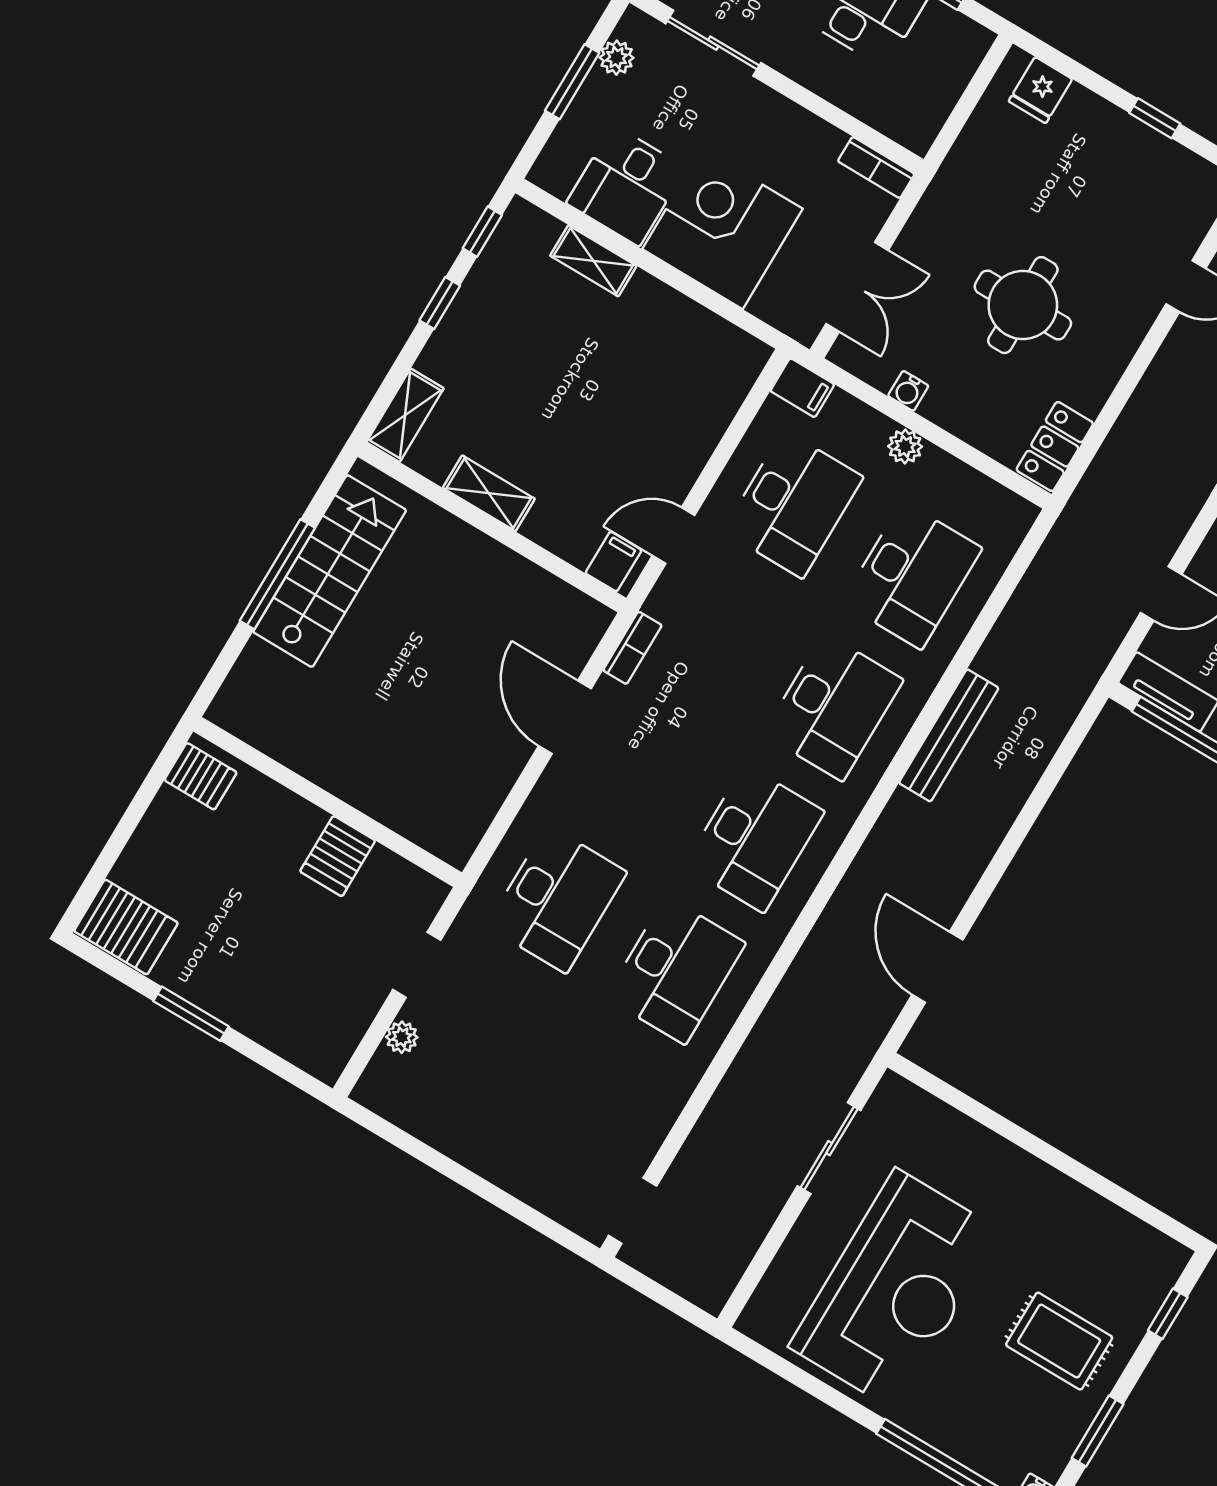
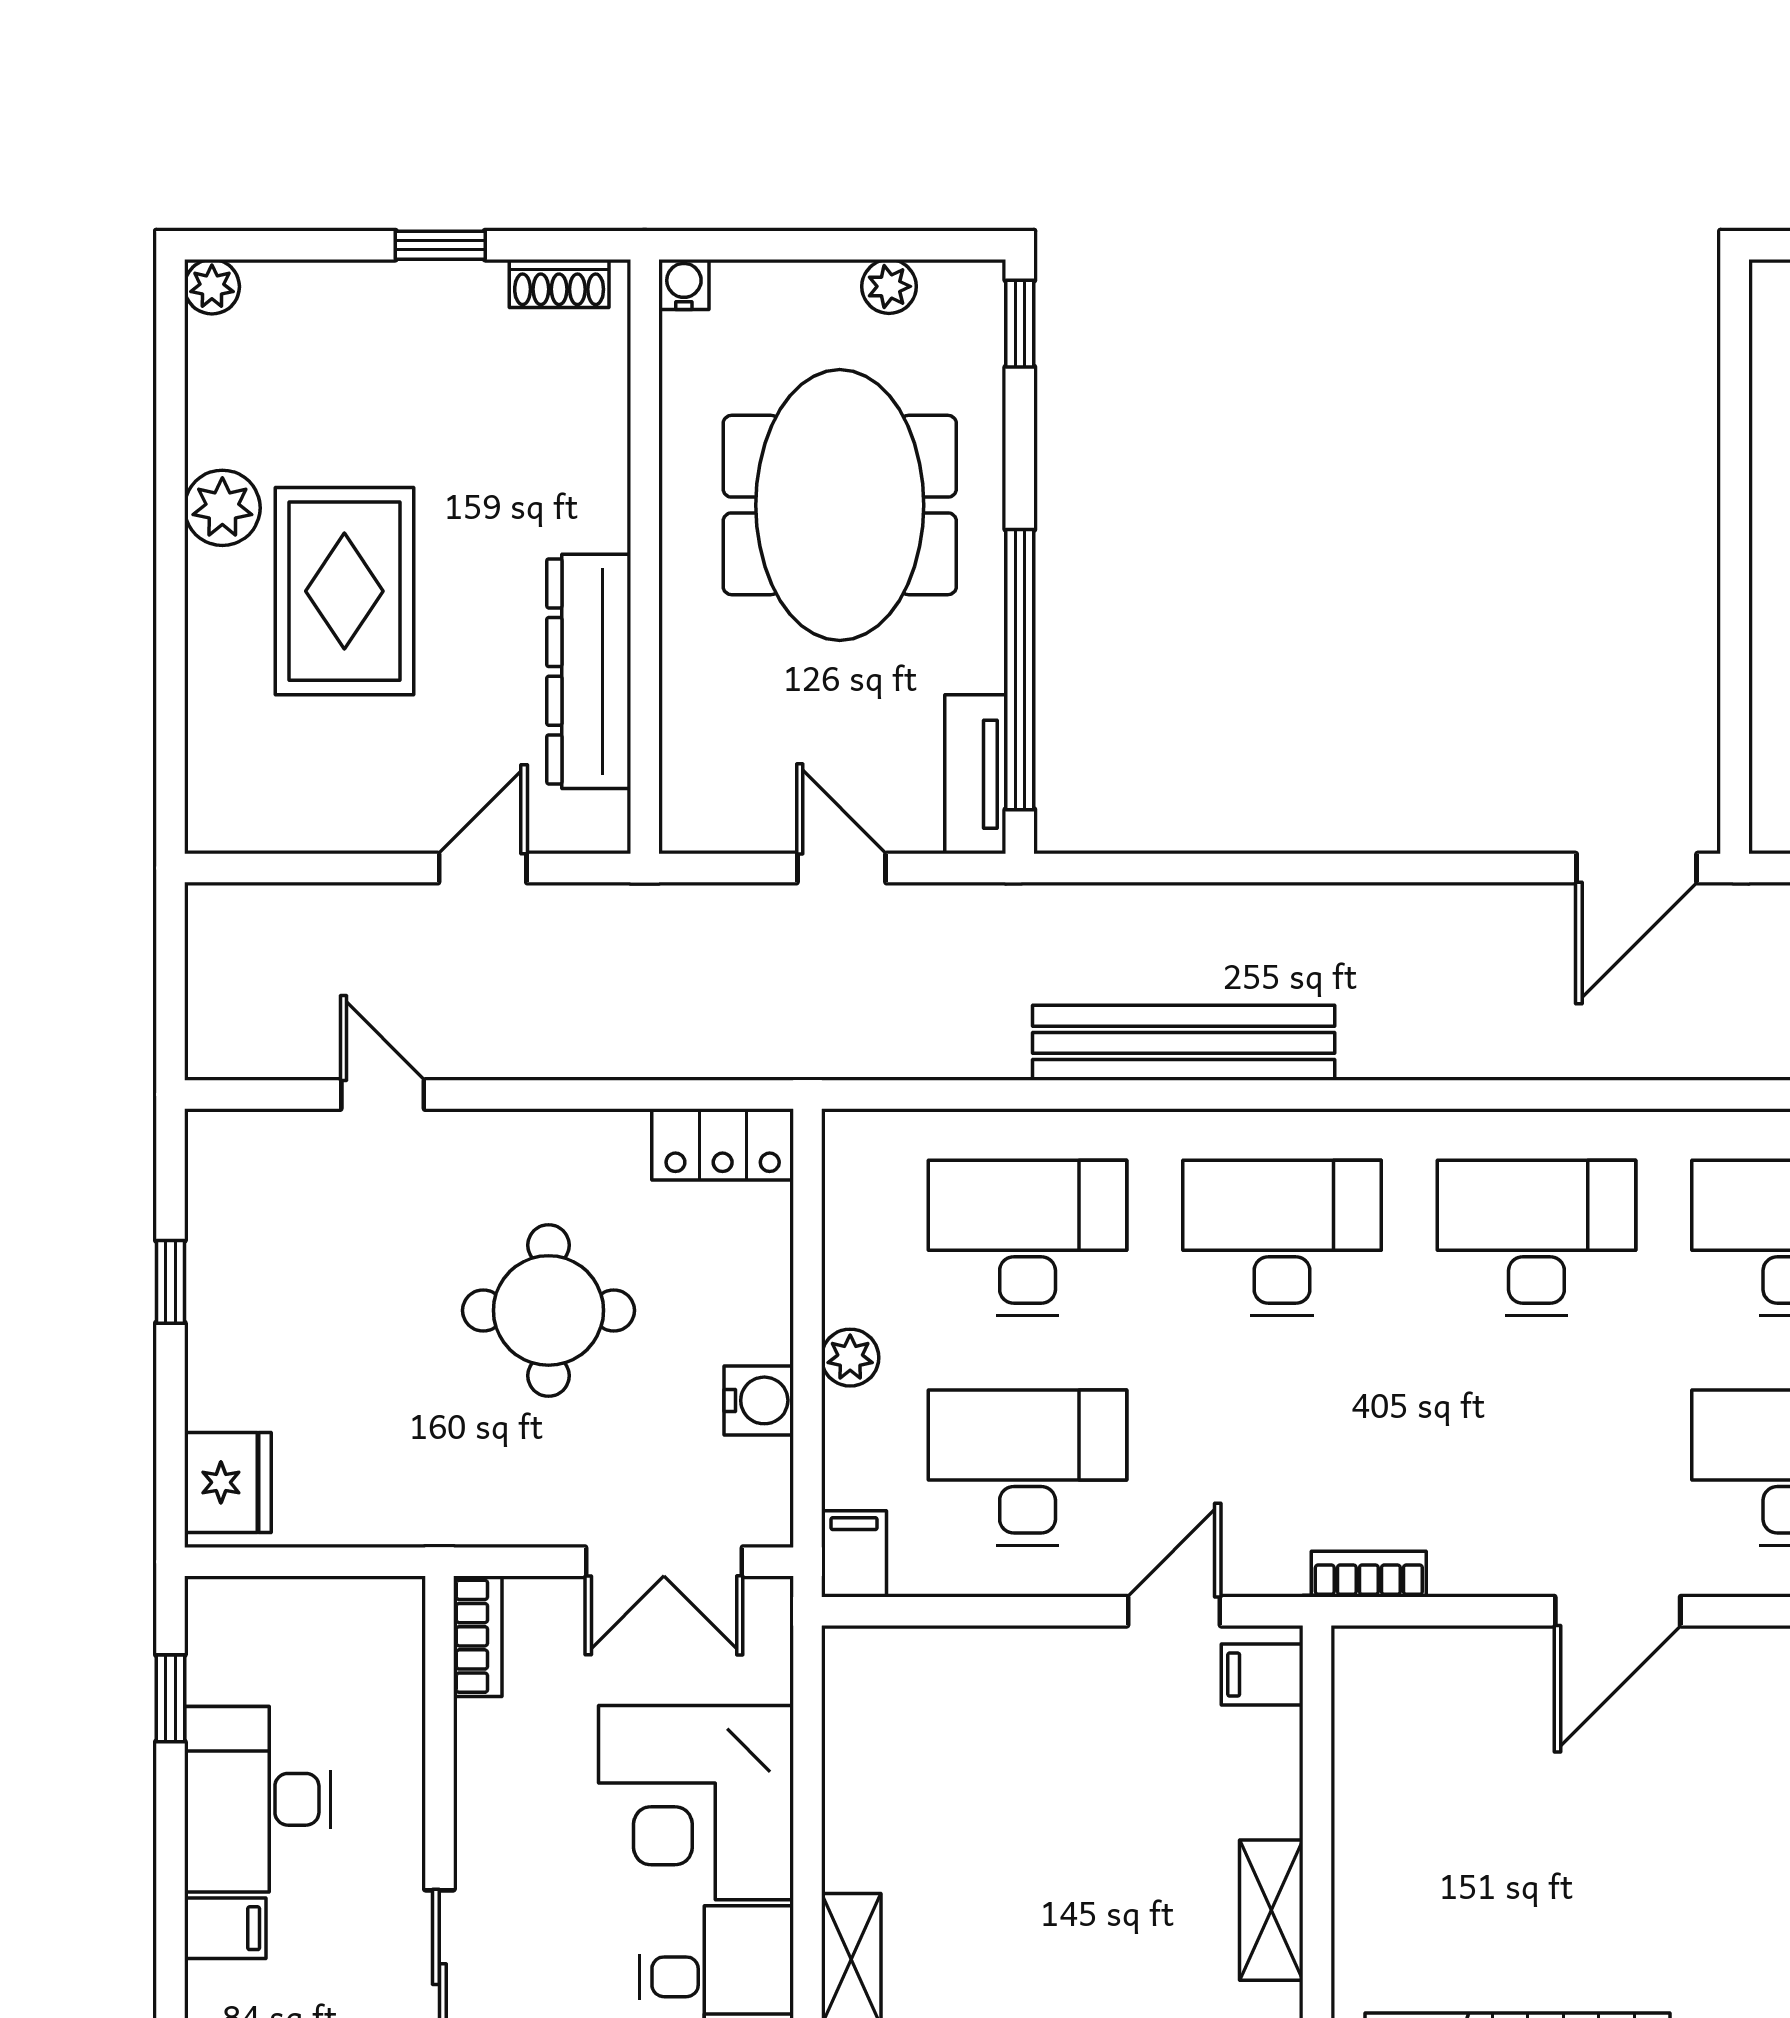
fridge: (1040, 90) -> (228, 1482), width x1.38
double door: (857, 287) -> (664, 1562), swing flipped
water cooler: (908, 391) -> (759, 1400), width x1.38, depth x1.38
door: (674, 536) -> (1174, 1611), swing flipped
door: (565, 717) -> (1618, 1611), moved
bench: (949, 735) -> (1184, 1043), width x1.37, depth x1.21
door: (937, 967) -> (1637, 868), moved

